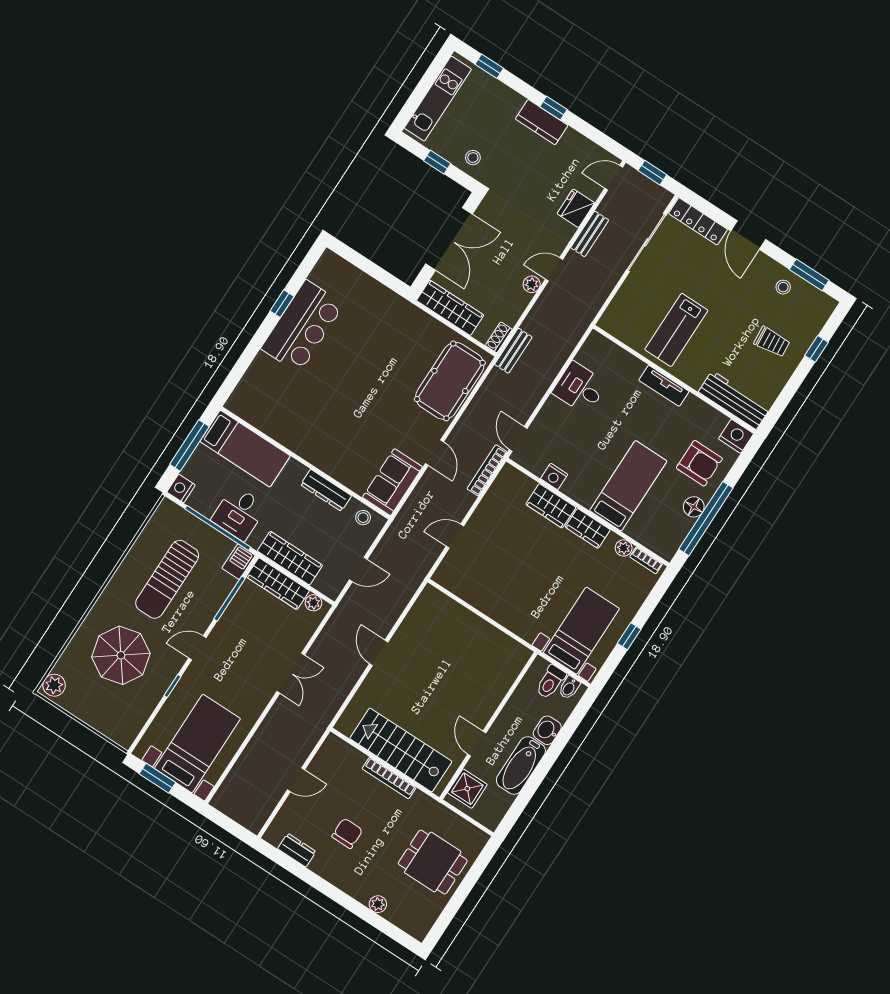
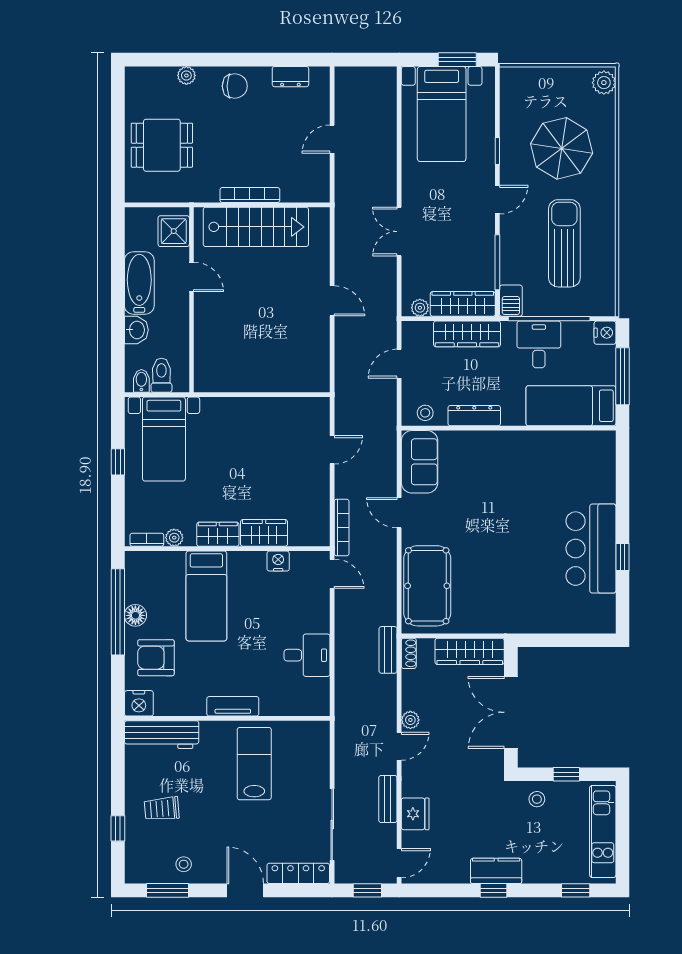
chair: (347, 833) -> (235, 86), moved, turned -90

